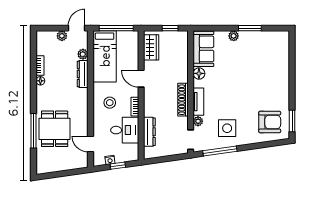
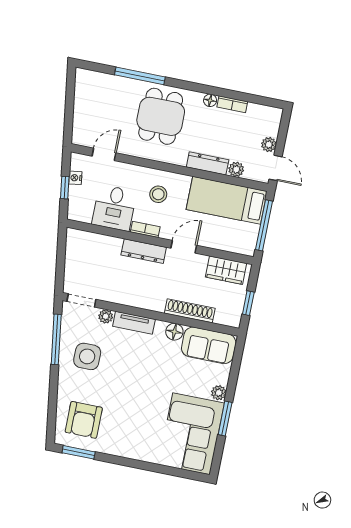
corner sofa: (265, 49) -> (191, 434), added
shoe rack: (183, 100) -> (190, 311), moved
dining table: (55, 129) -> (161, 116), moved, turned 90
dresser: (149, 132) -> (144, 251), moved

